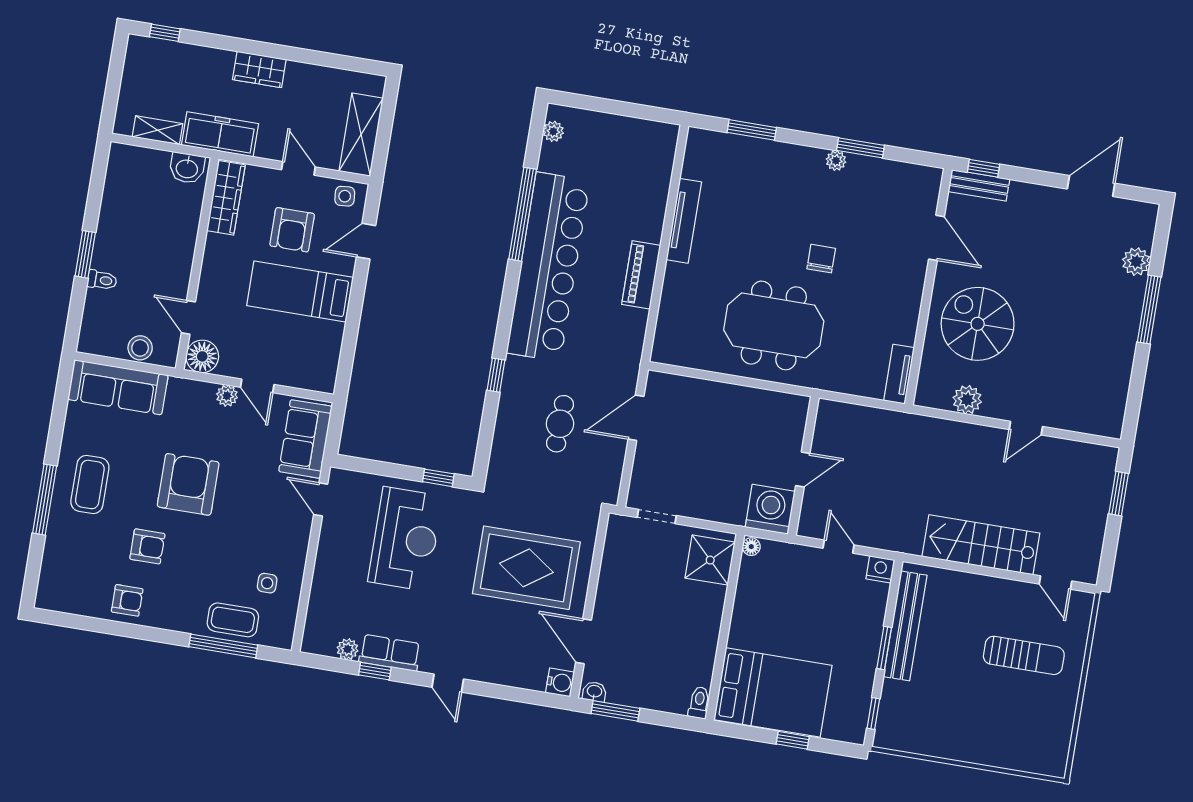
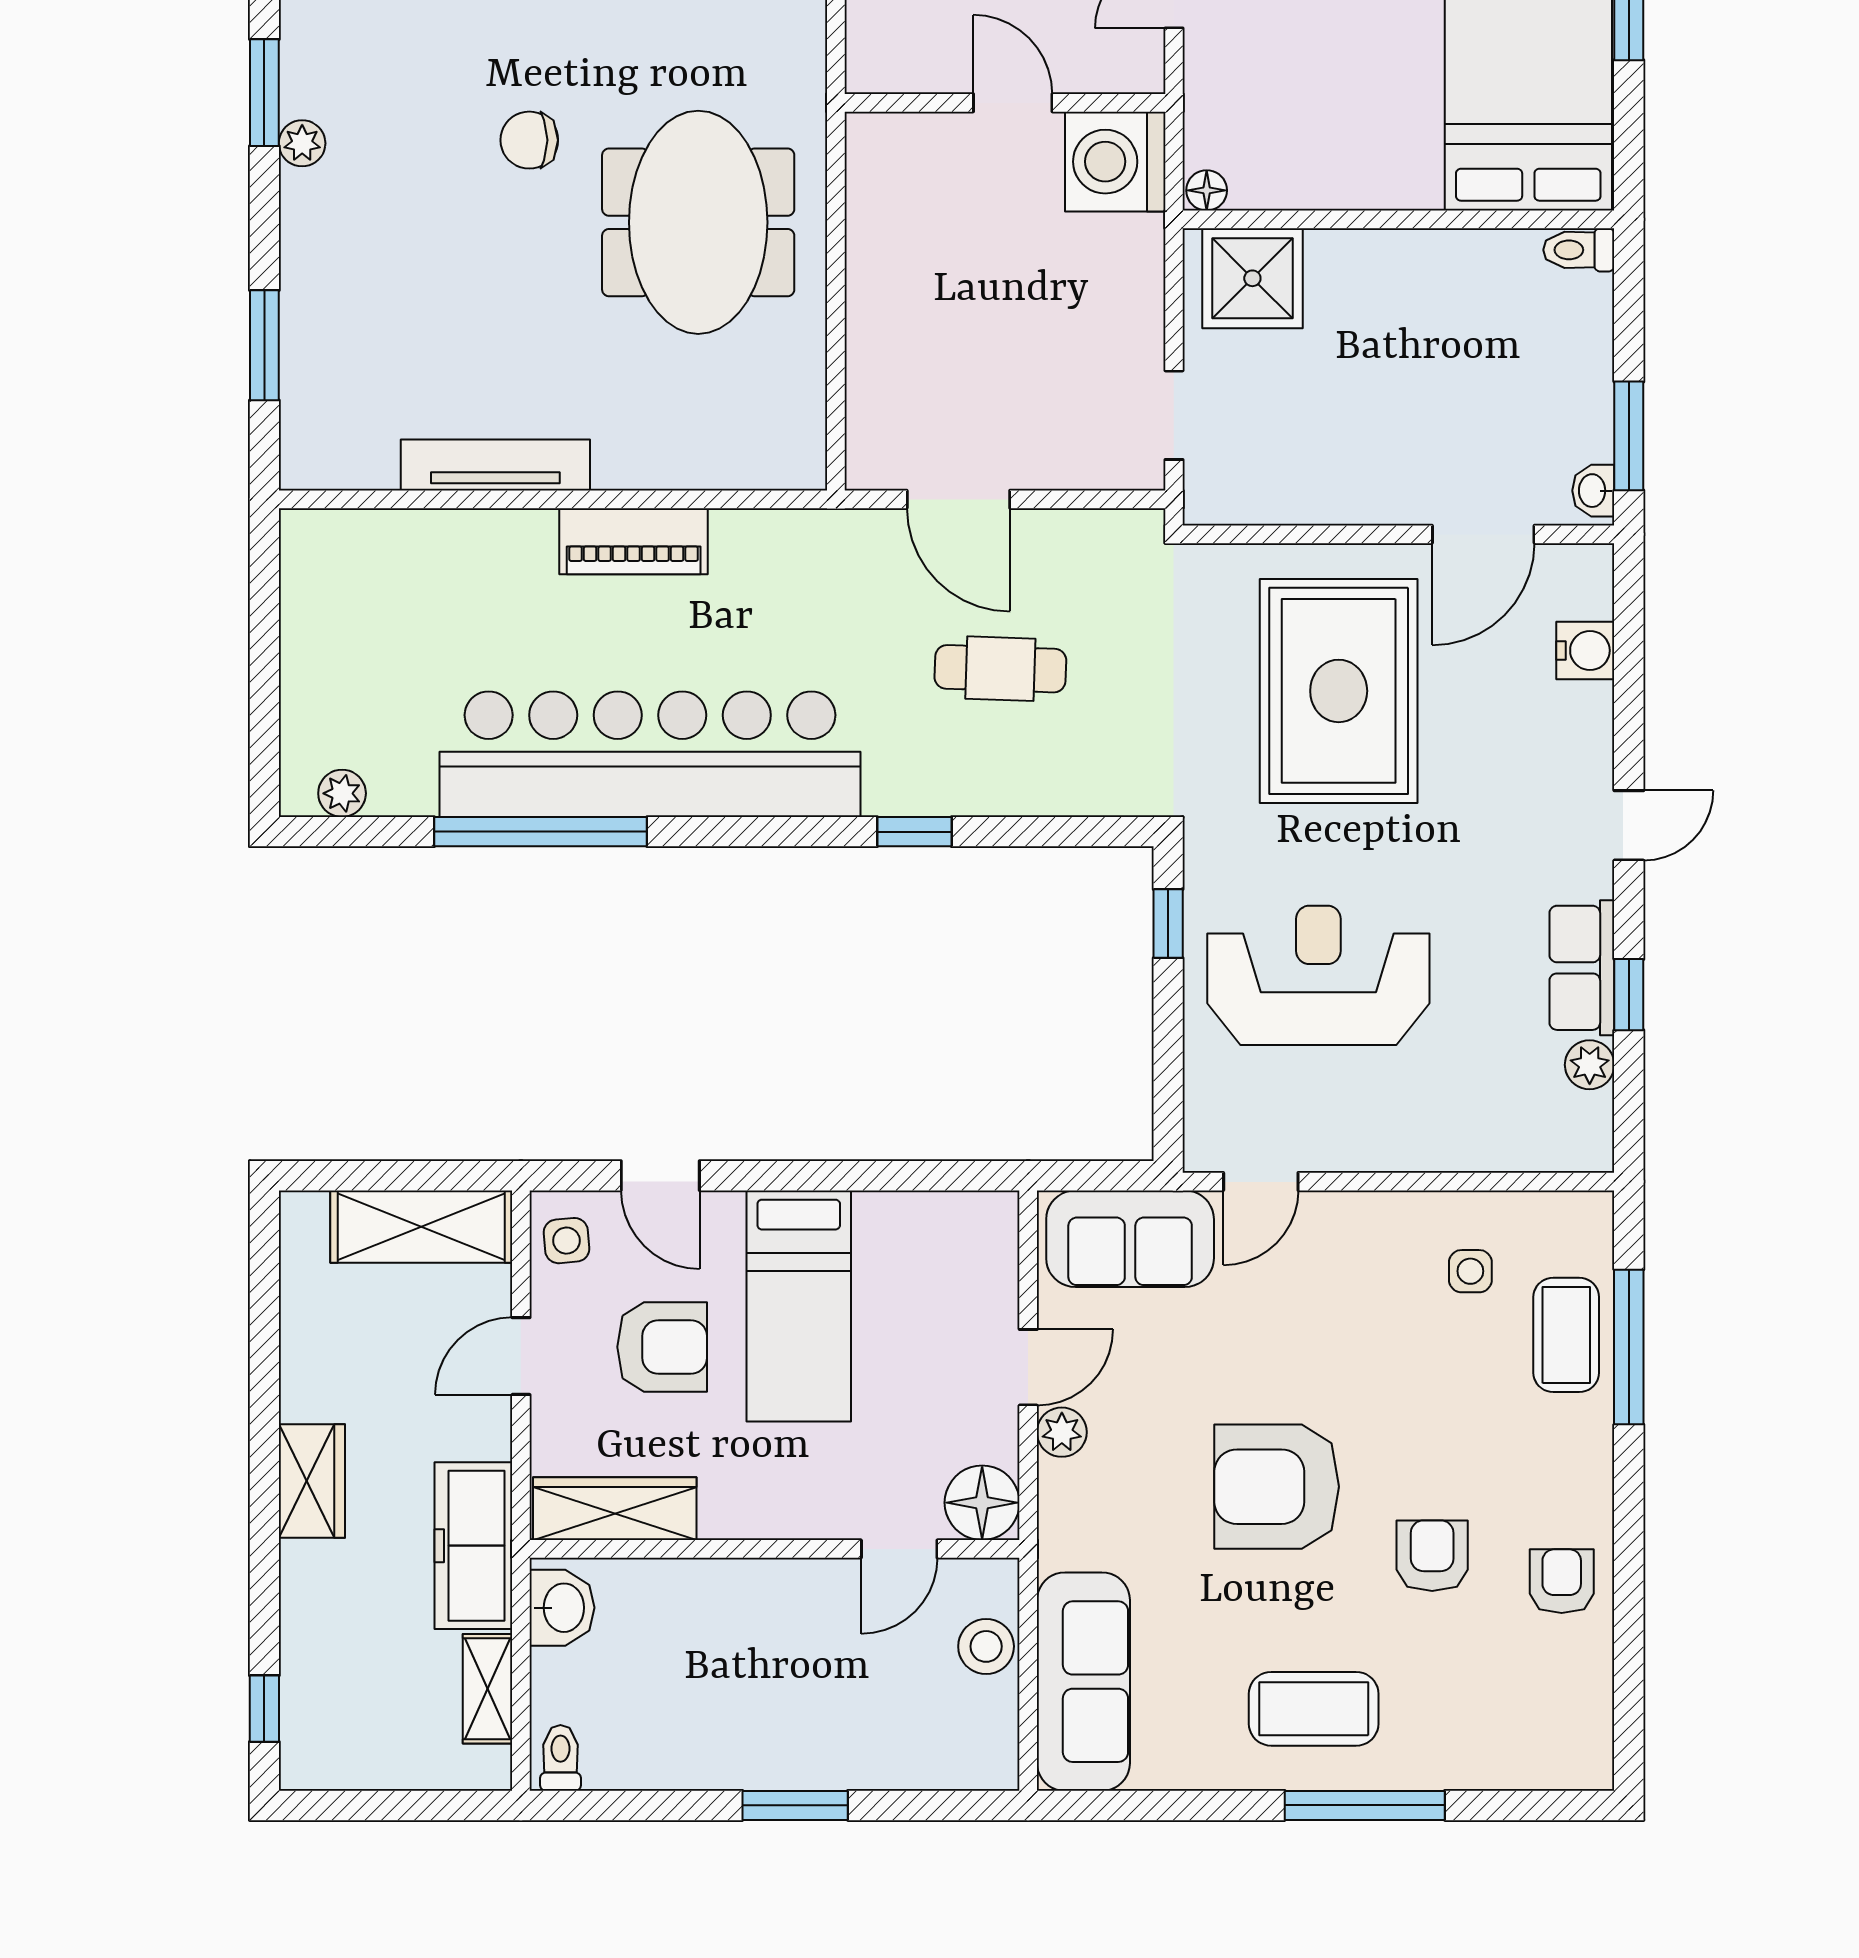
toilet: (102, 280) -> (560, 1758), moved
water cooler: (560, 682) -> (1585, 650), moved, turned 90

